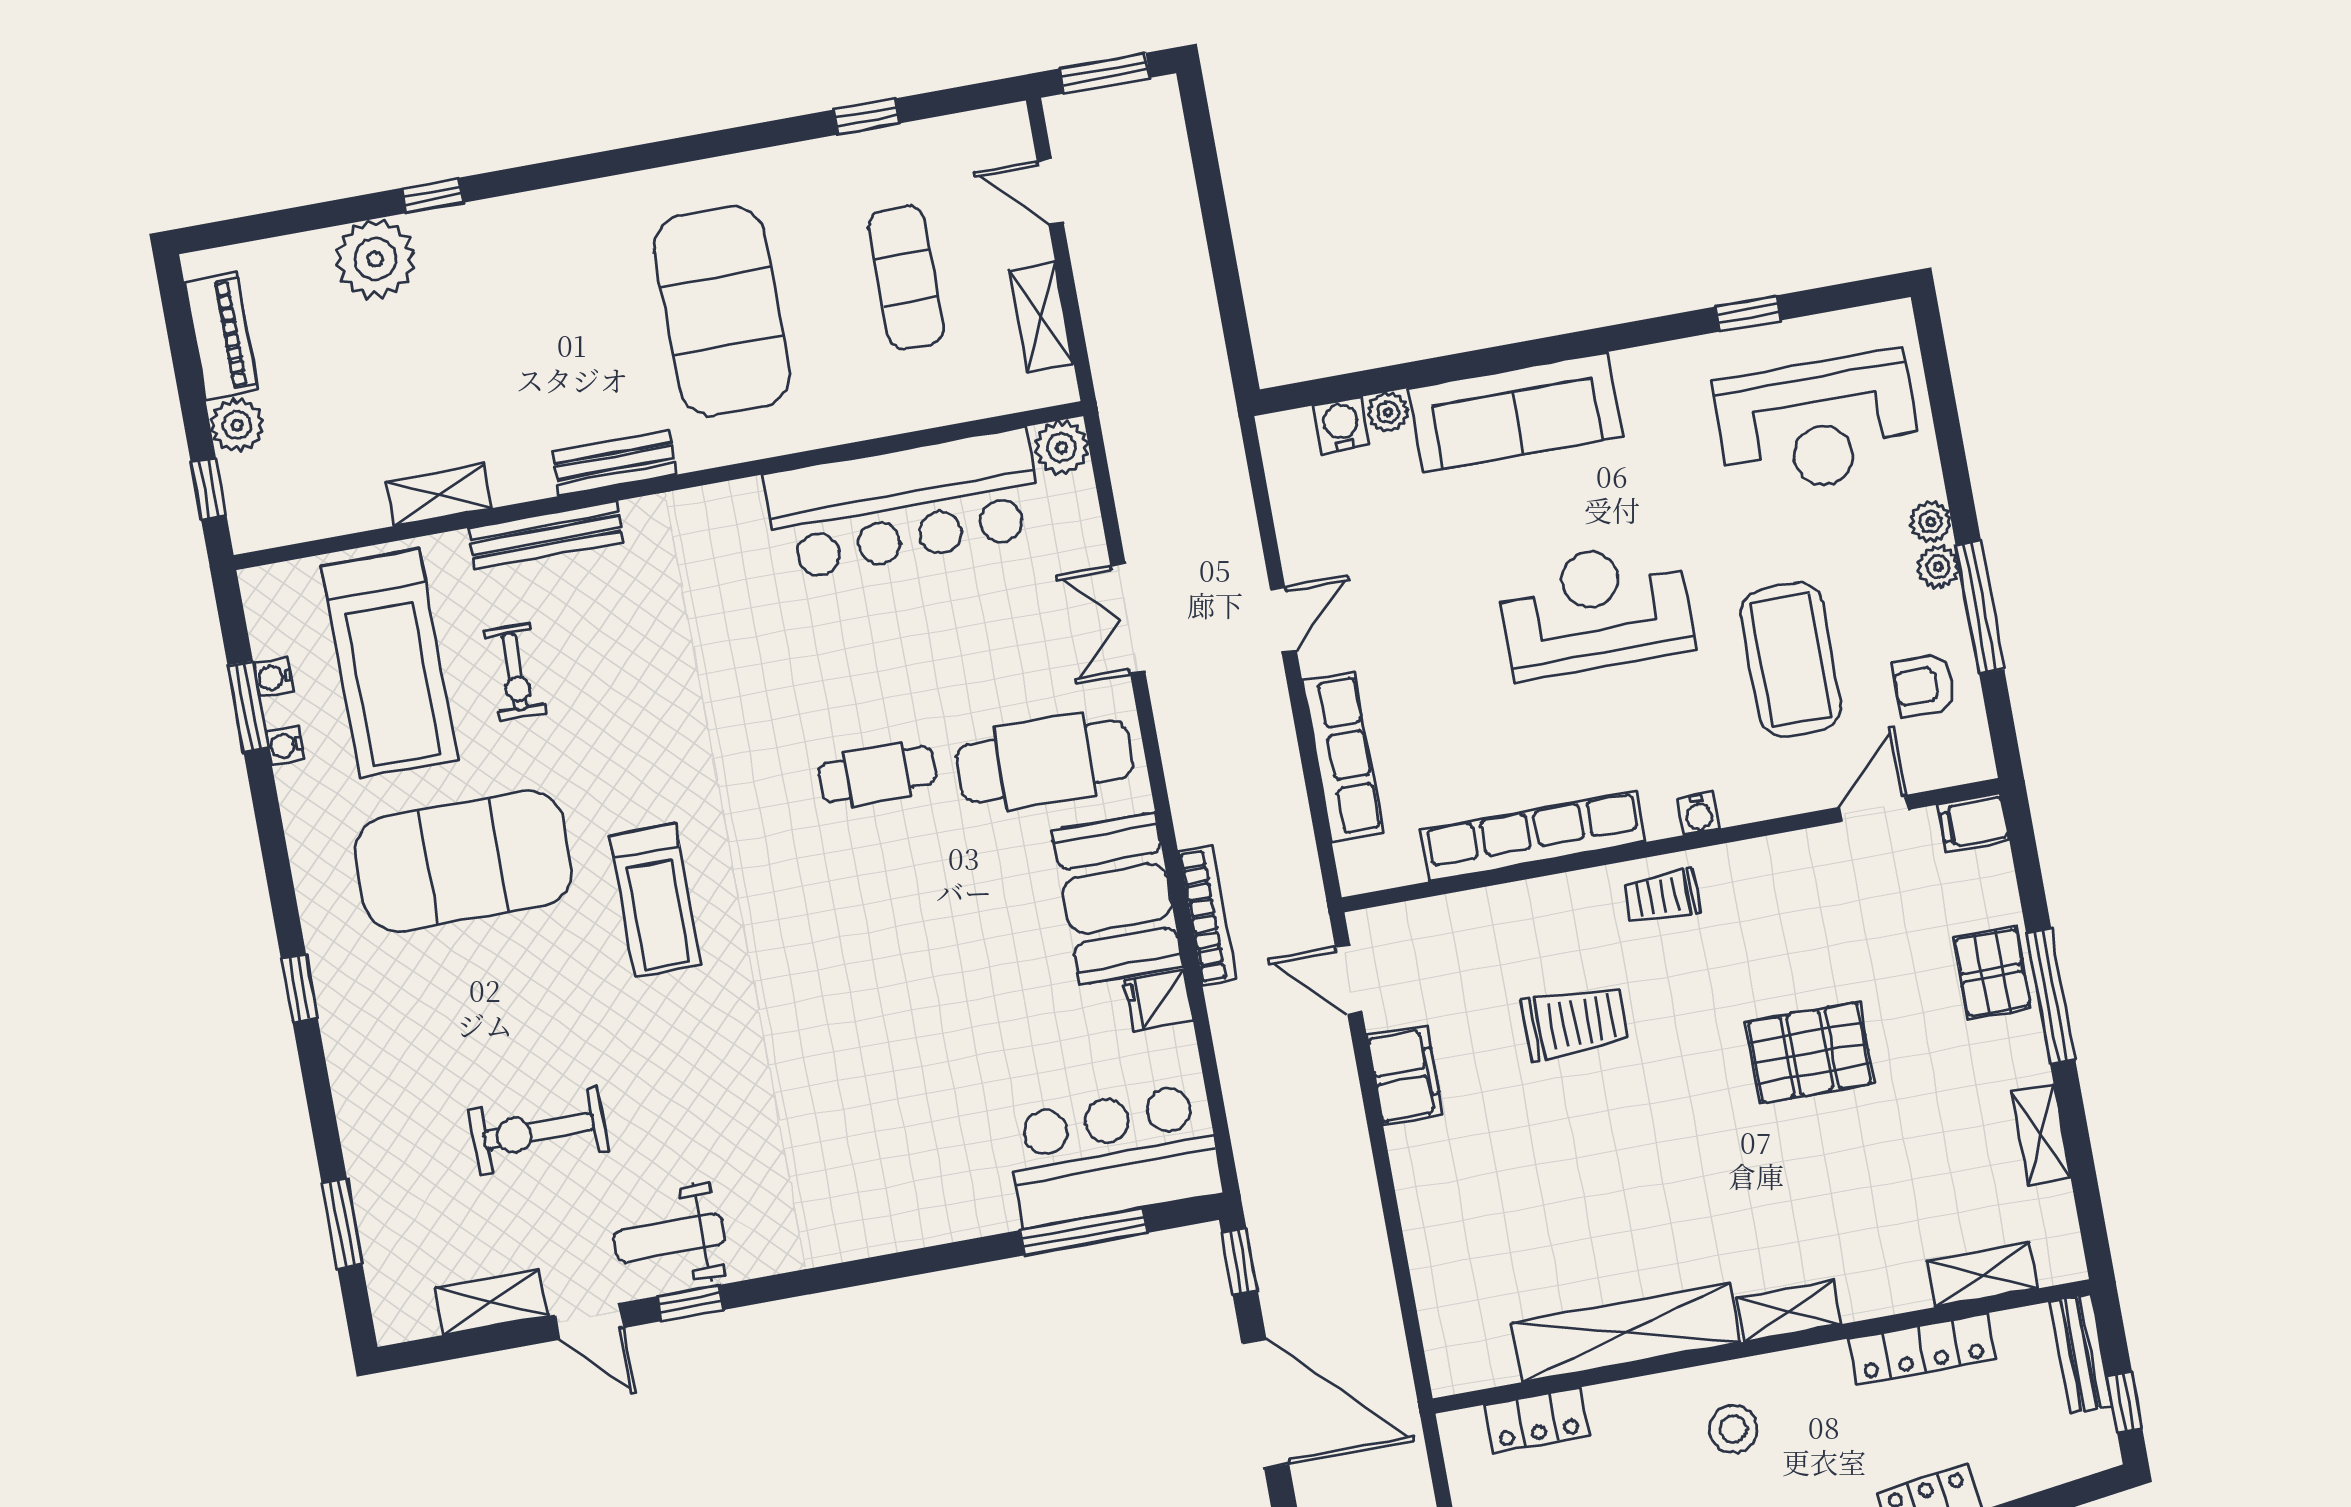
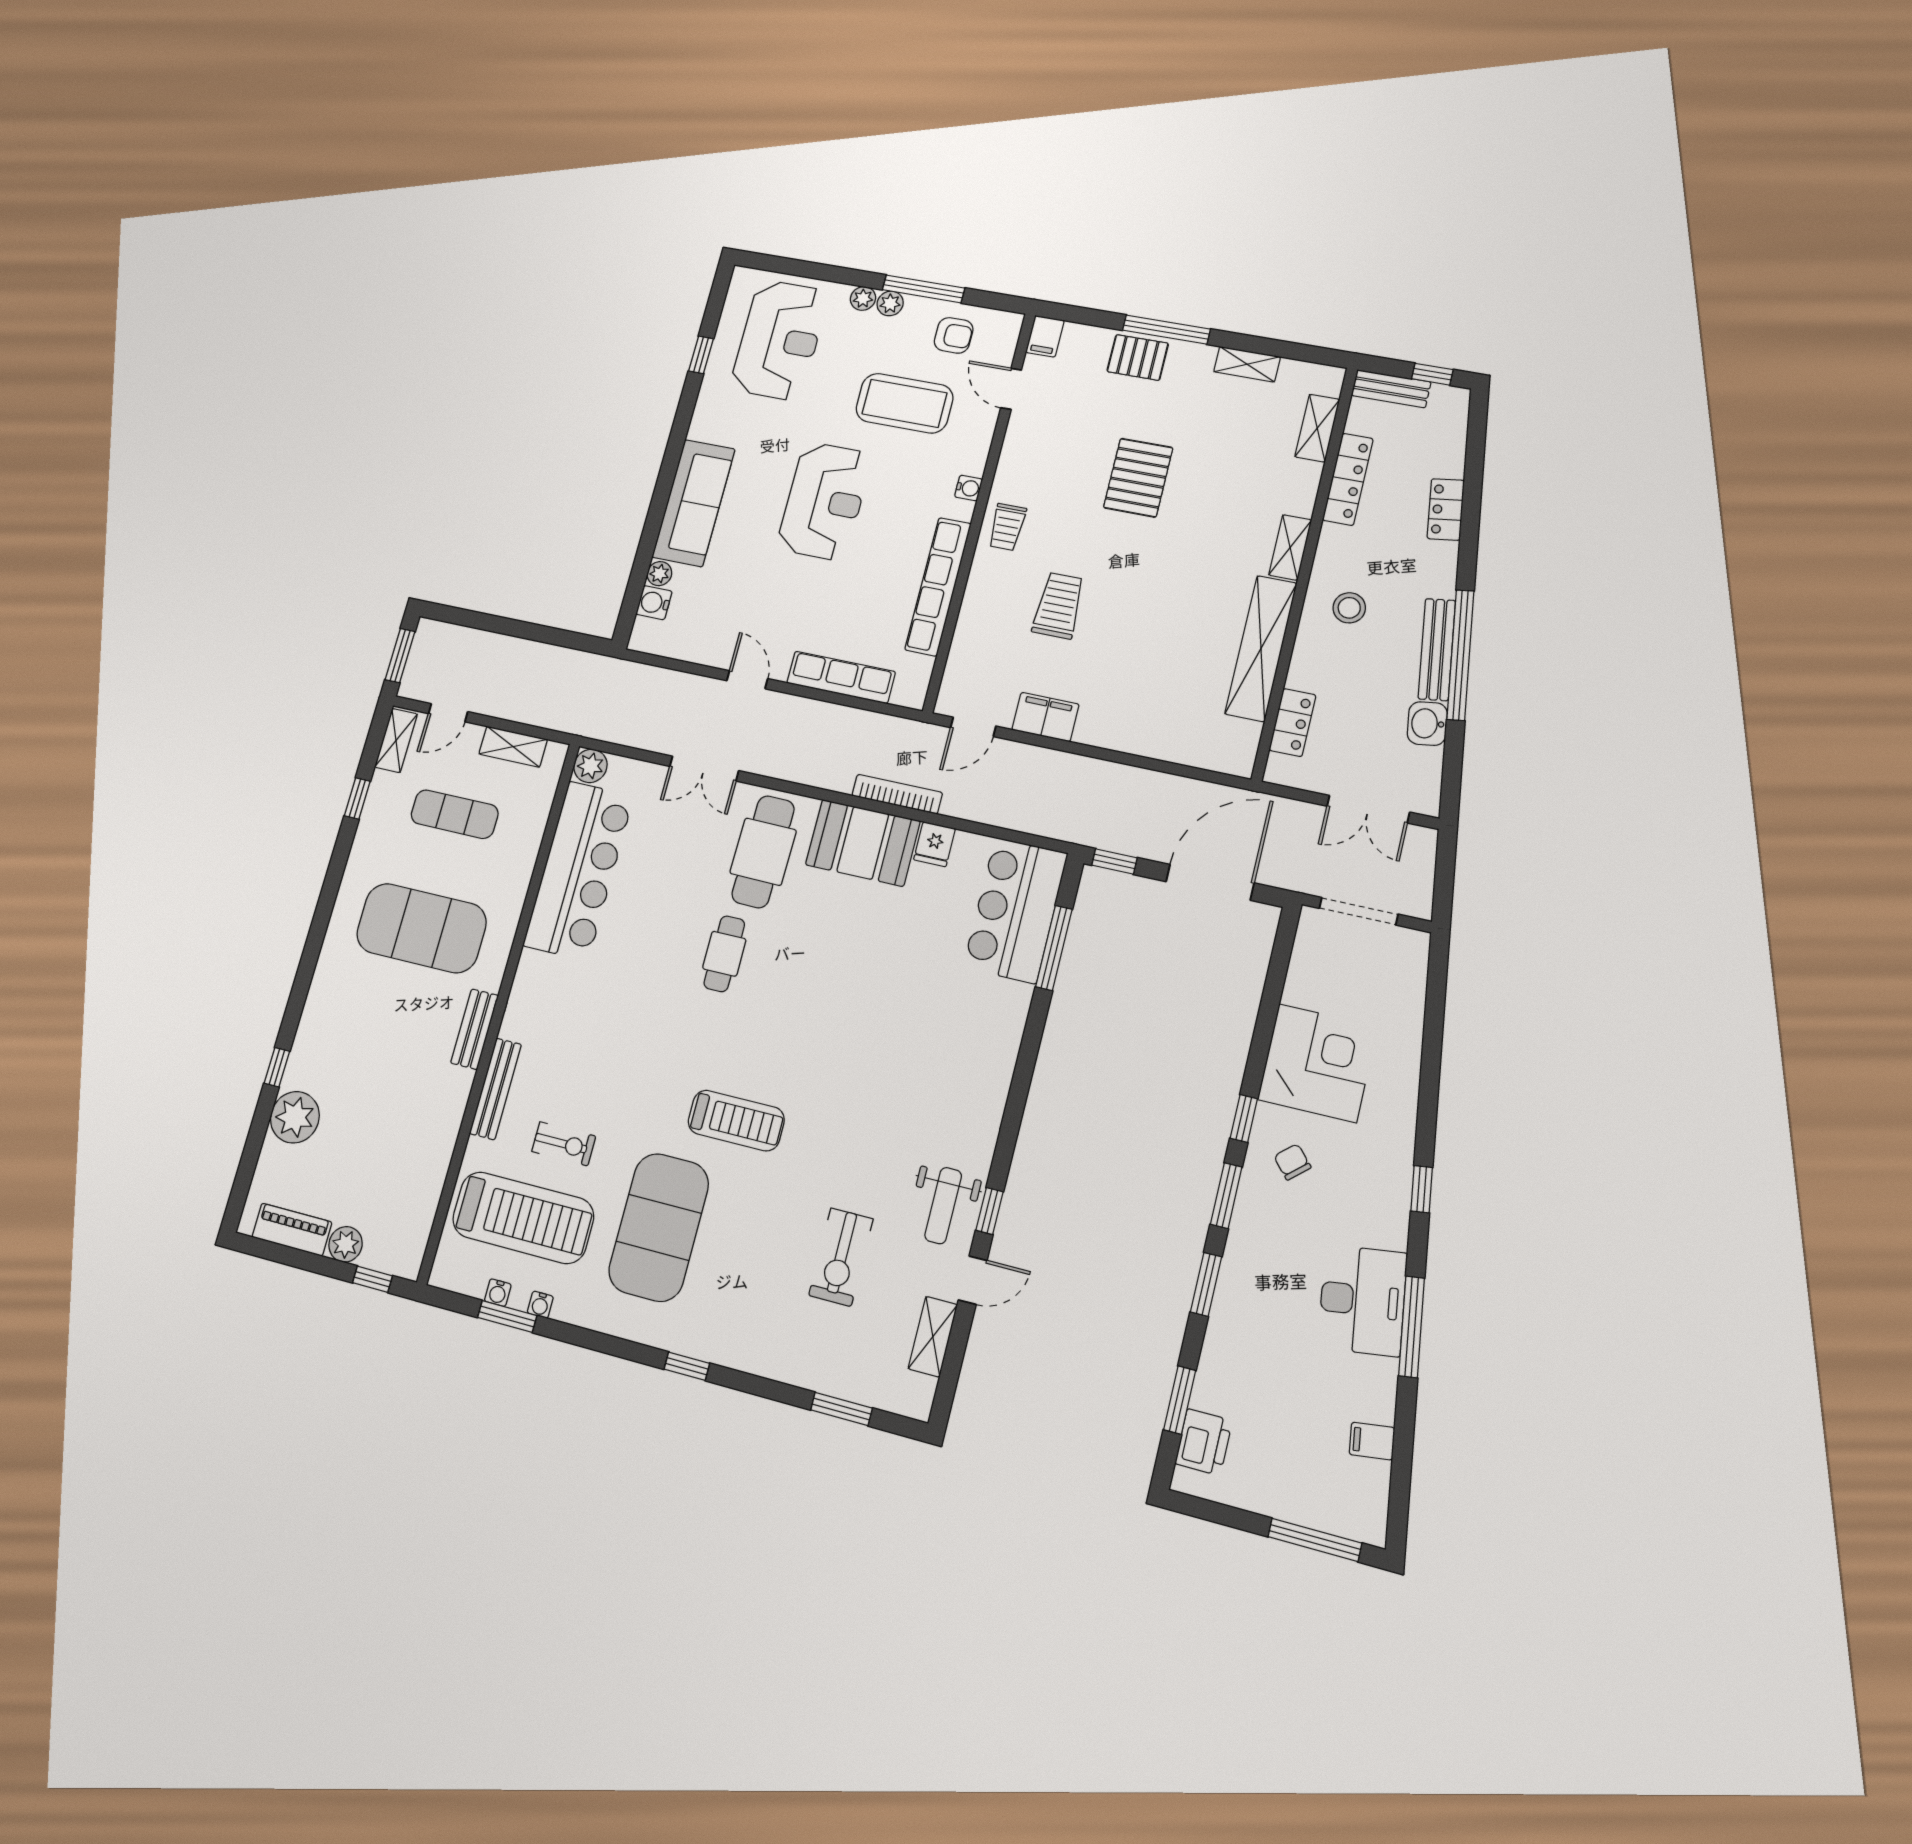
shelving: (439, 495) -> (396, 741), moved
reception desk: (1595, 609) -> (824, 501), turned 180
armchair: (1924, 686) -> (954, 335), turned -91

